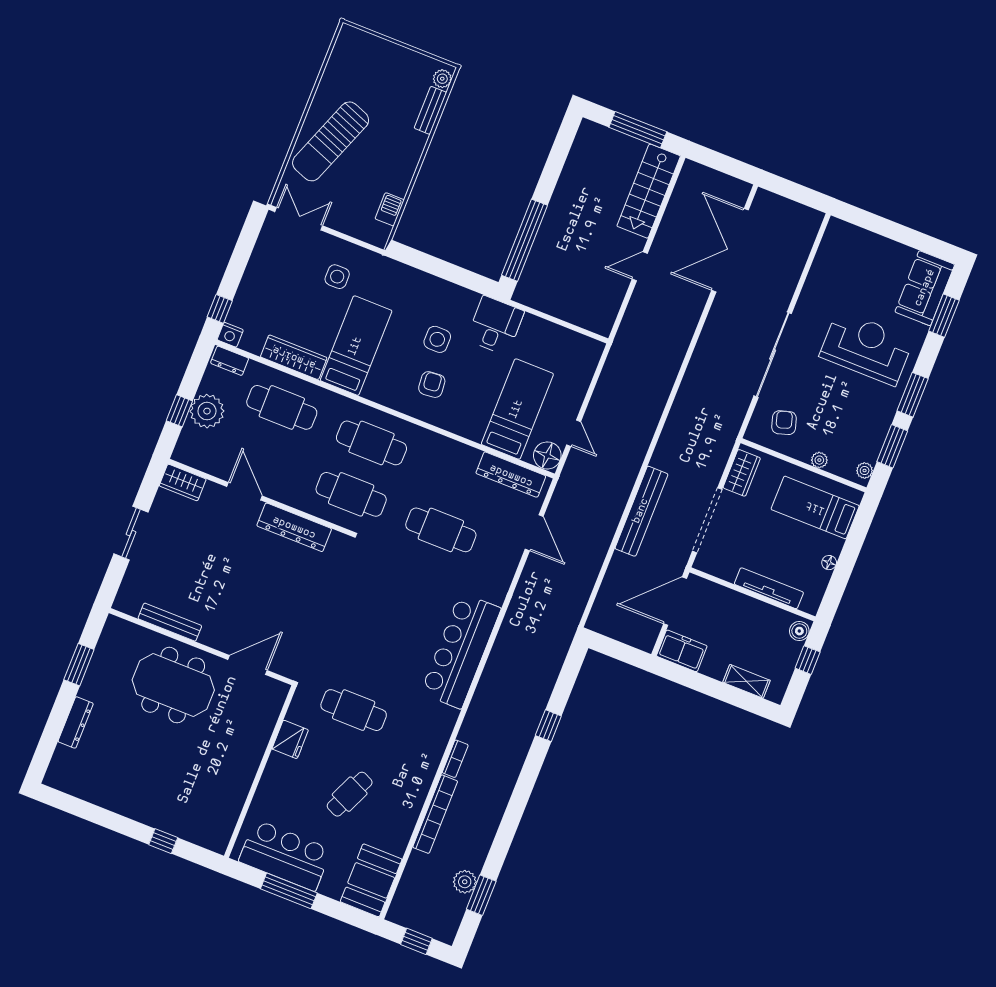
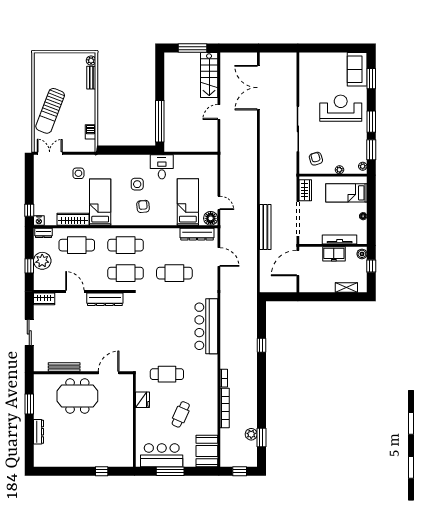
freezer: (682, 651) -> (334, 254), moved, turned 180

